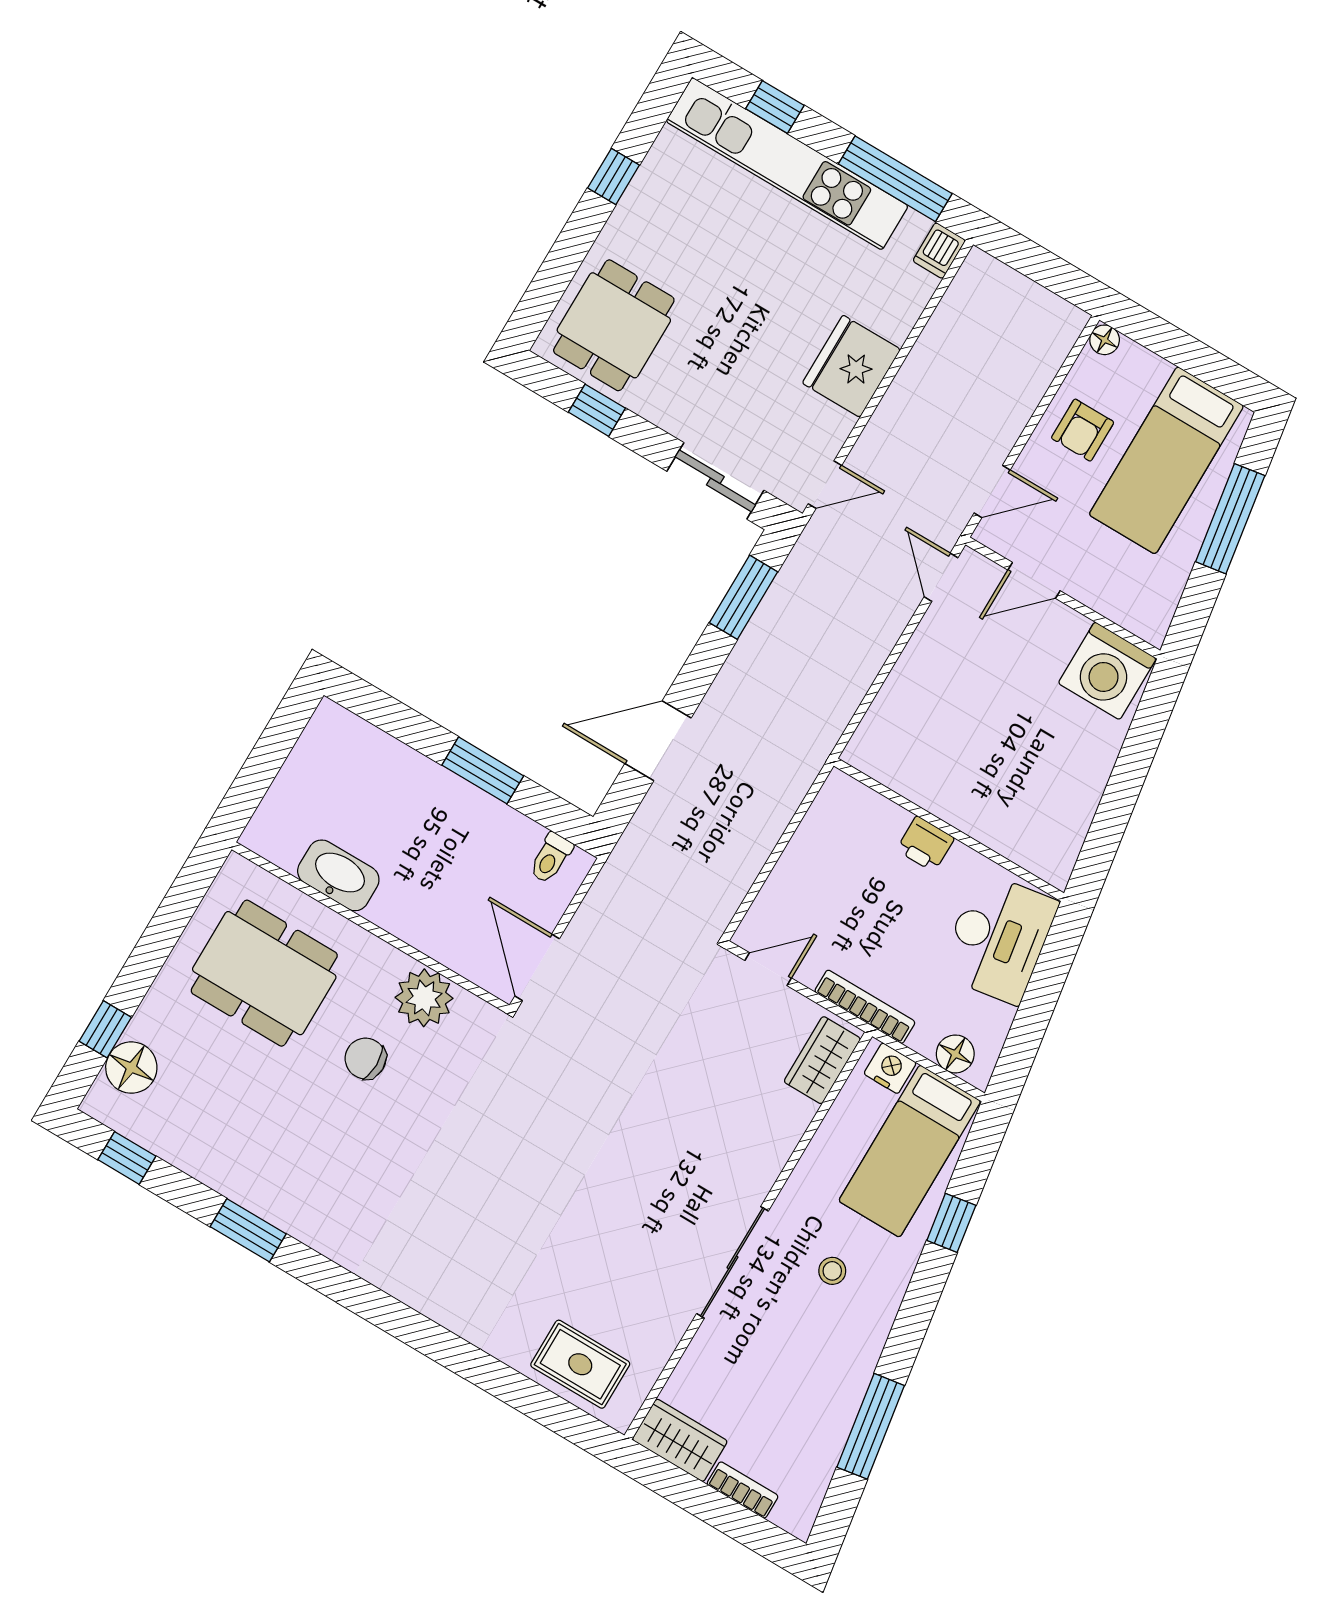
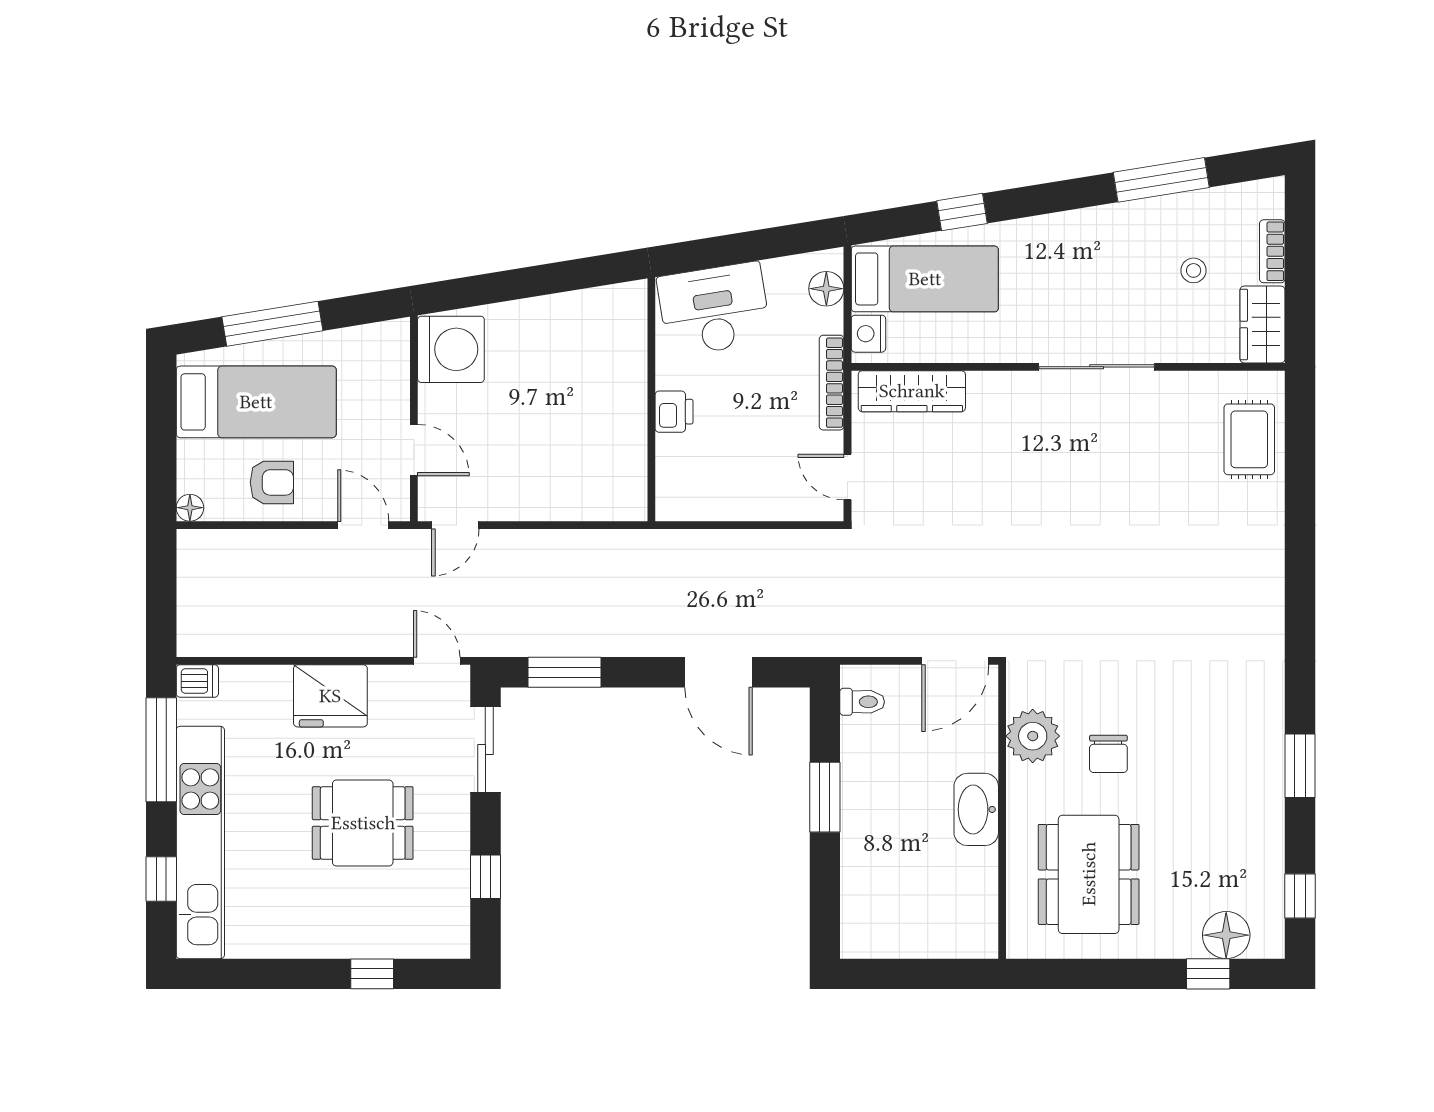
window: (614, 176) -> (372, 974), moved
dining table: (614, 325) -> (363, 823), moved
washbasin: (338, 875) -> (976, 809), moved
wardrobe: (822, 1060) -> (912, 391), width x1.50
stool: (832, 1271) -> (1194, 270), moved

